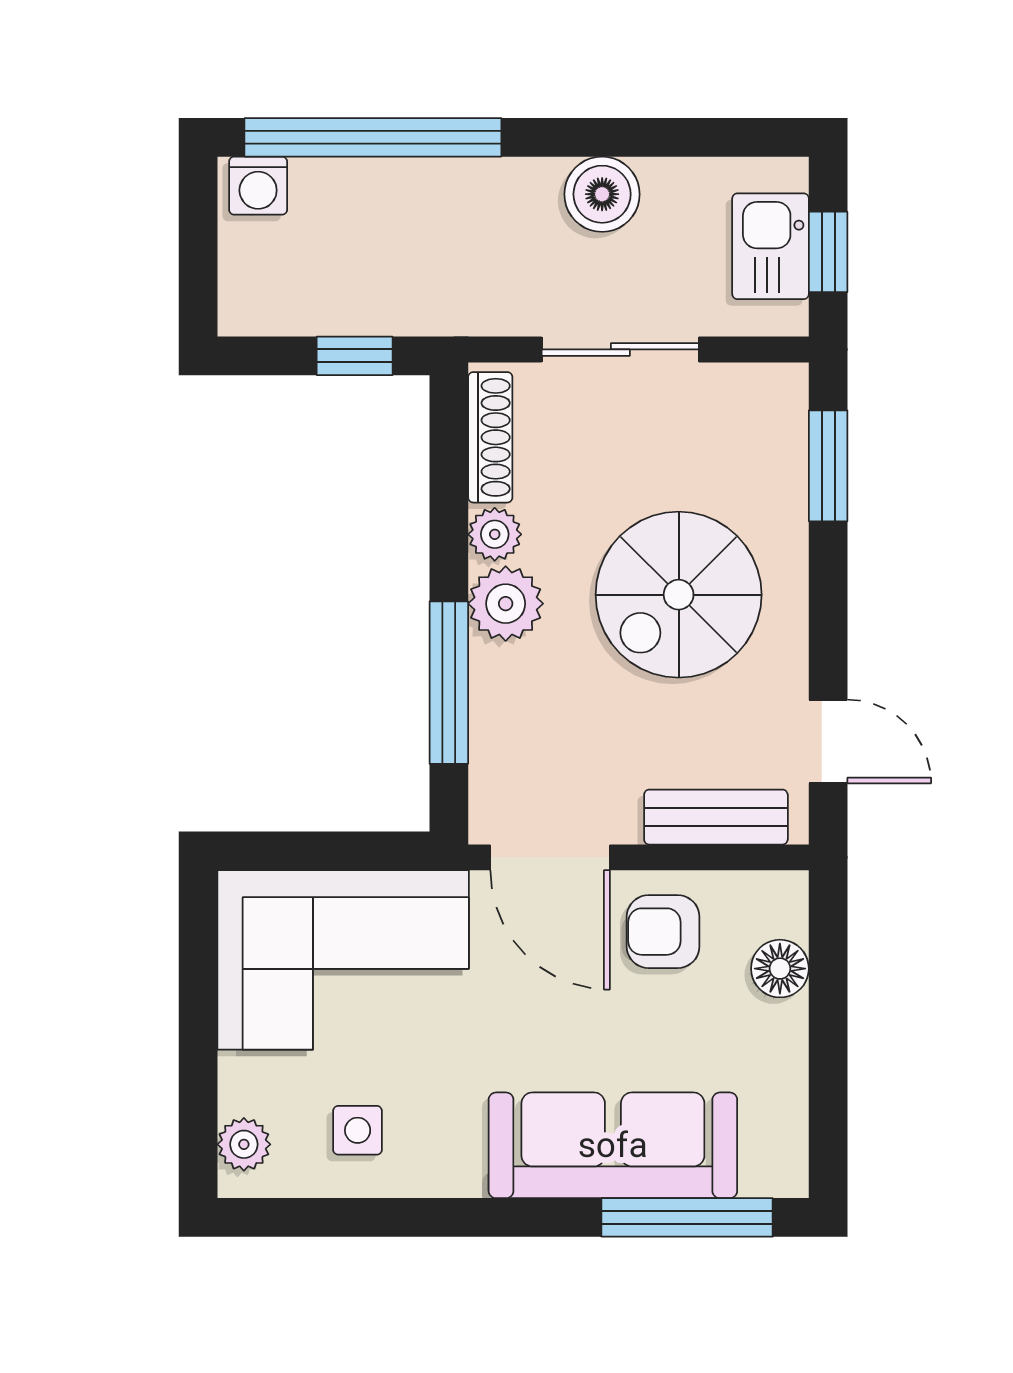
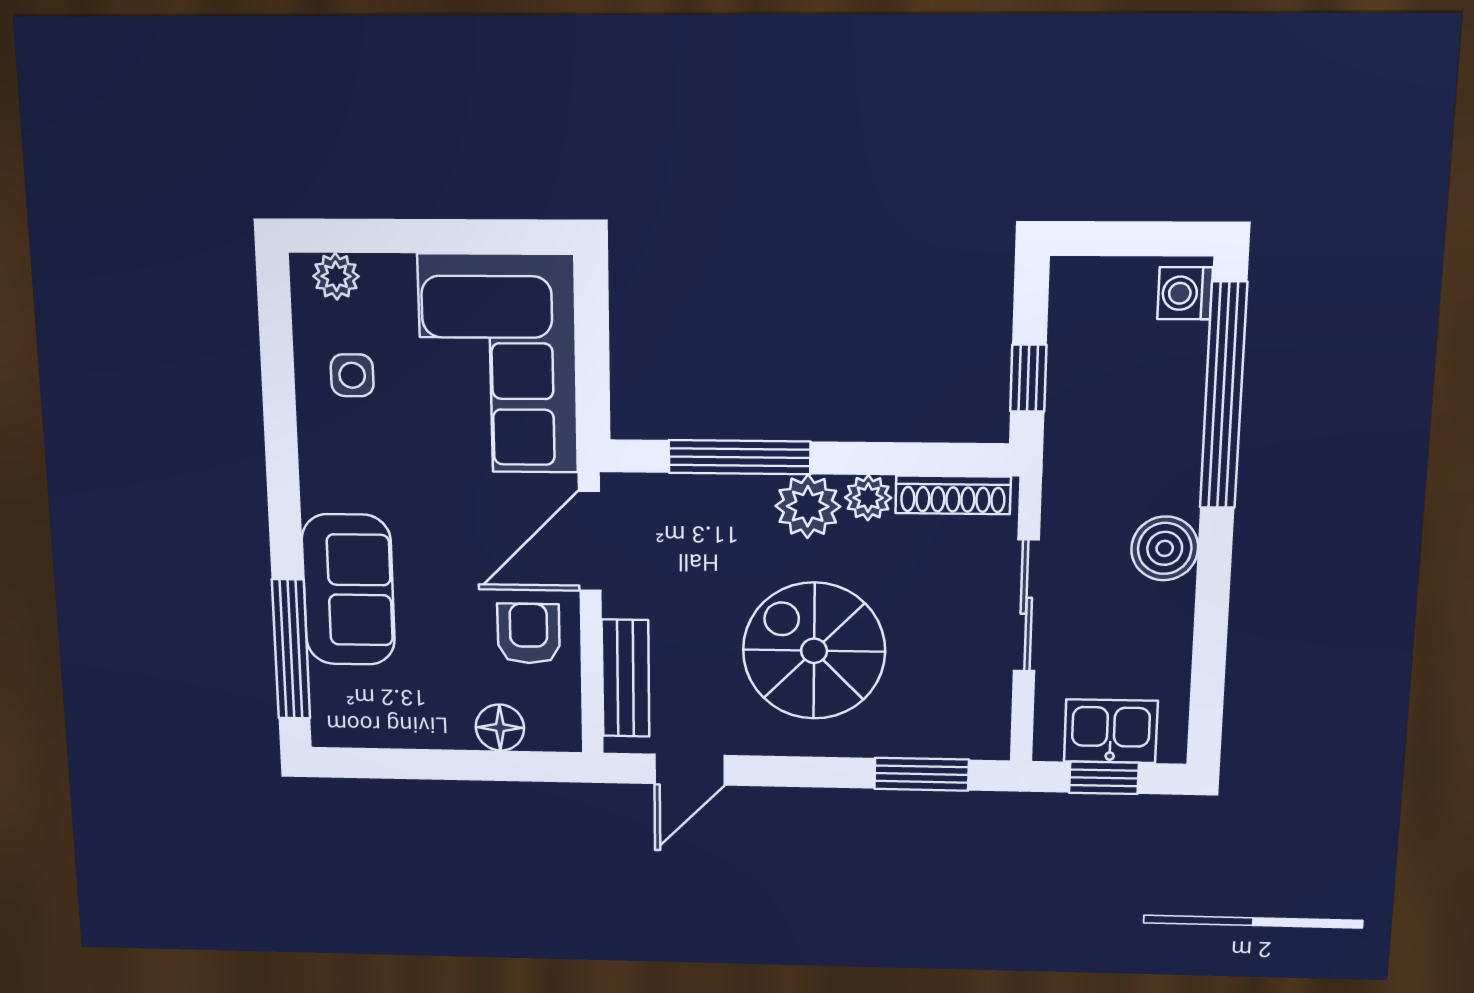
boiler: (602, 194) -> (1165, 548), moved
sofa: (613, 1145) -> (348, 590), width x0.73

